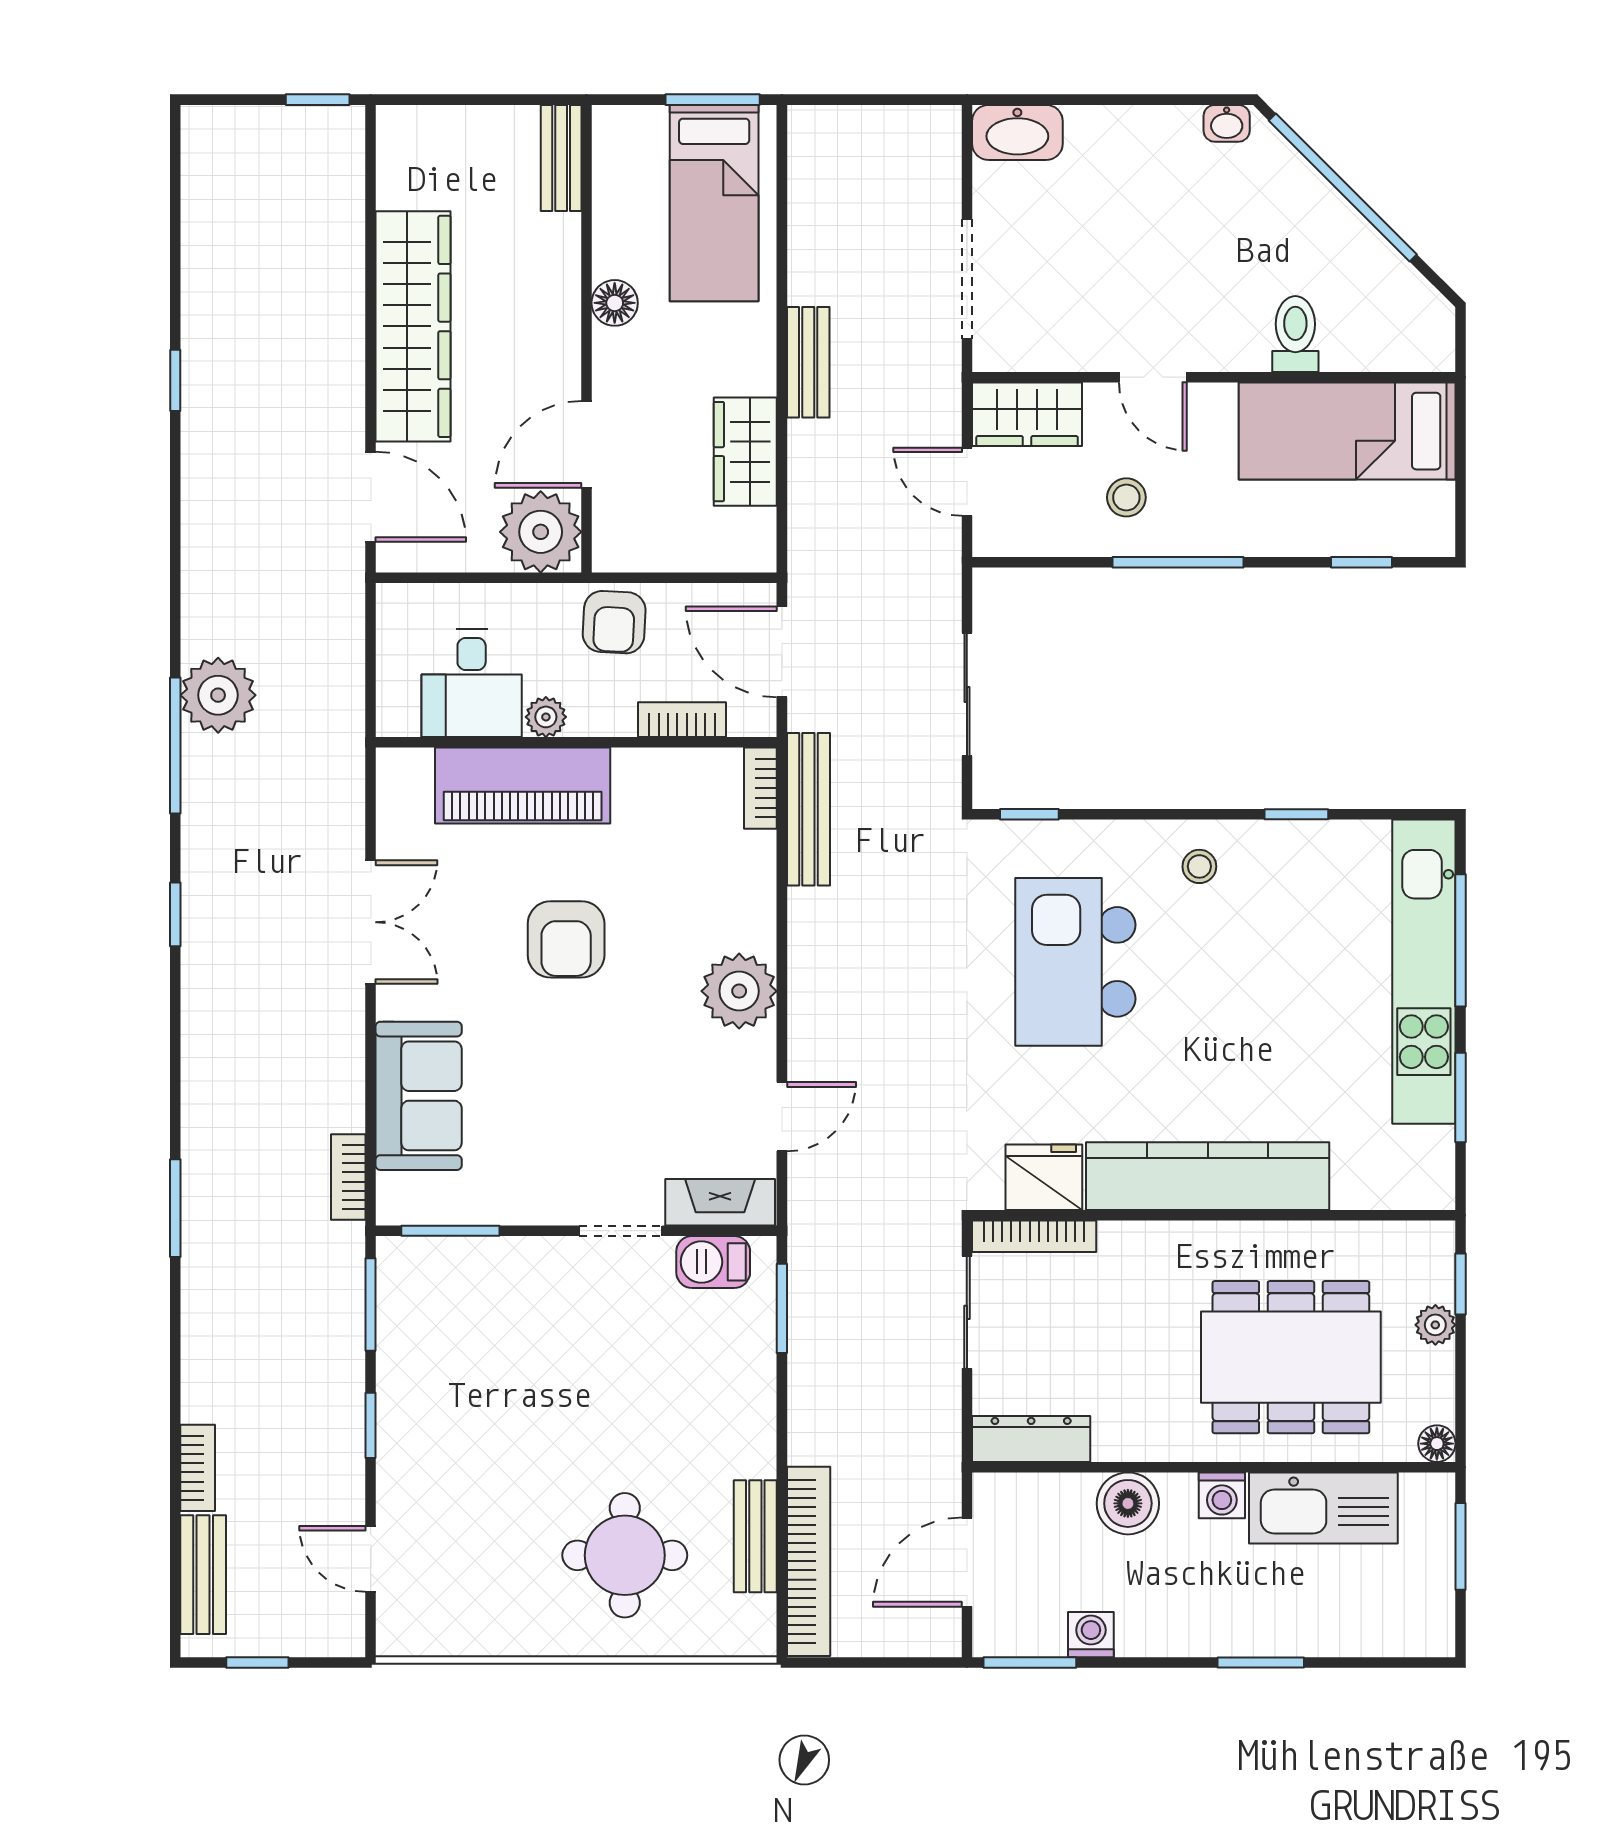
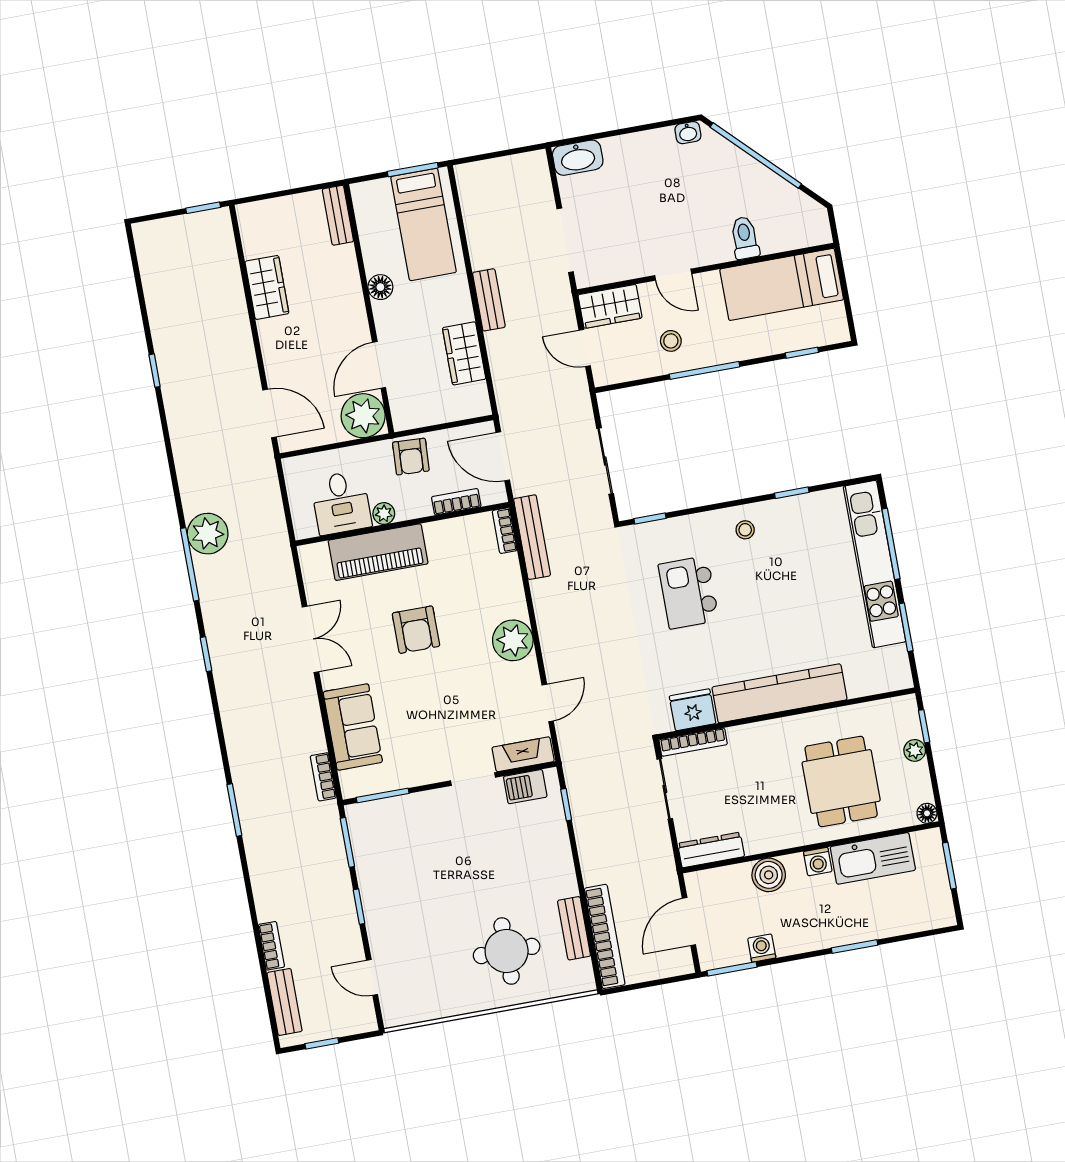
wardrobe: (413, 326) -> (267, 287), width x0.48, depth x0.85
kitchen island: (1075, 962) -> (689, 592), width x0.73, depth x0.78
window: (782, 1308) -> (566, 805), width x0.67
dining table: (1291, 1357) -> (841, 782), width x0.73

